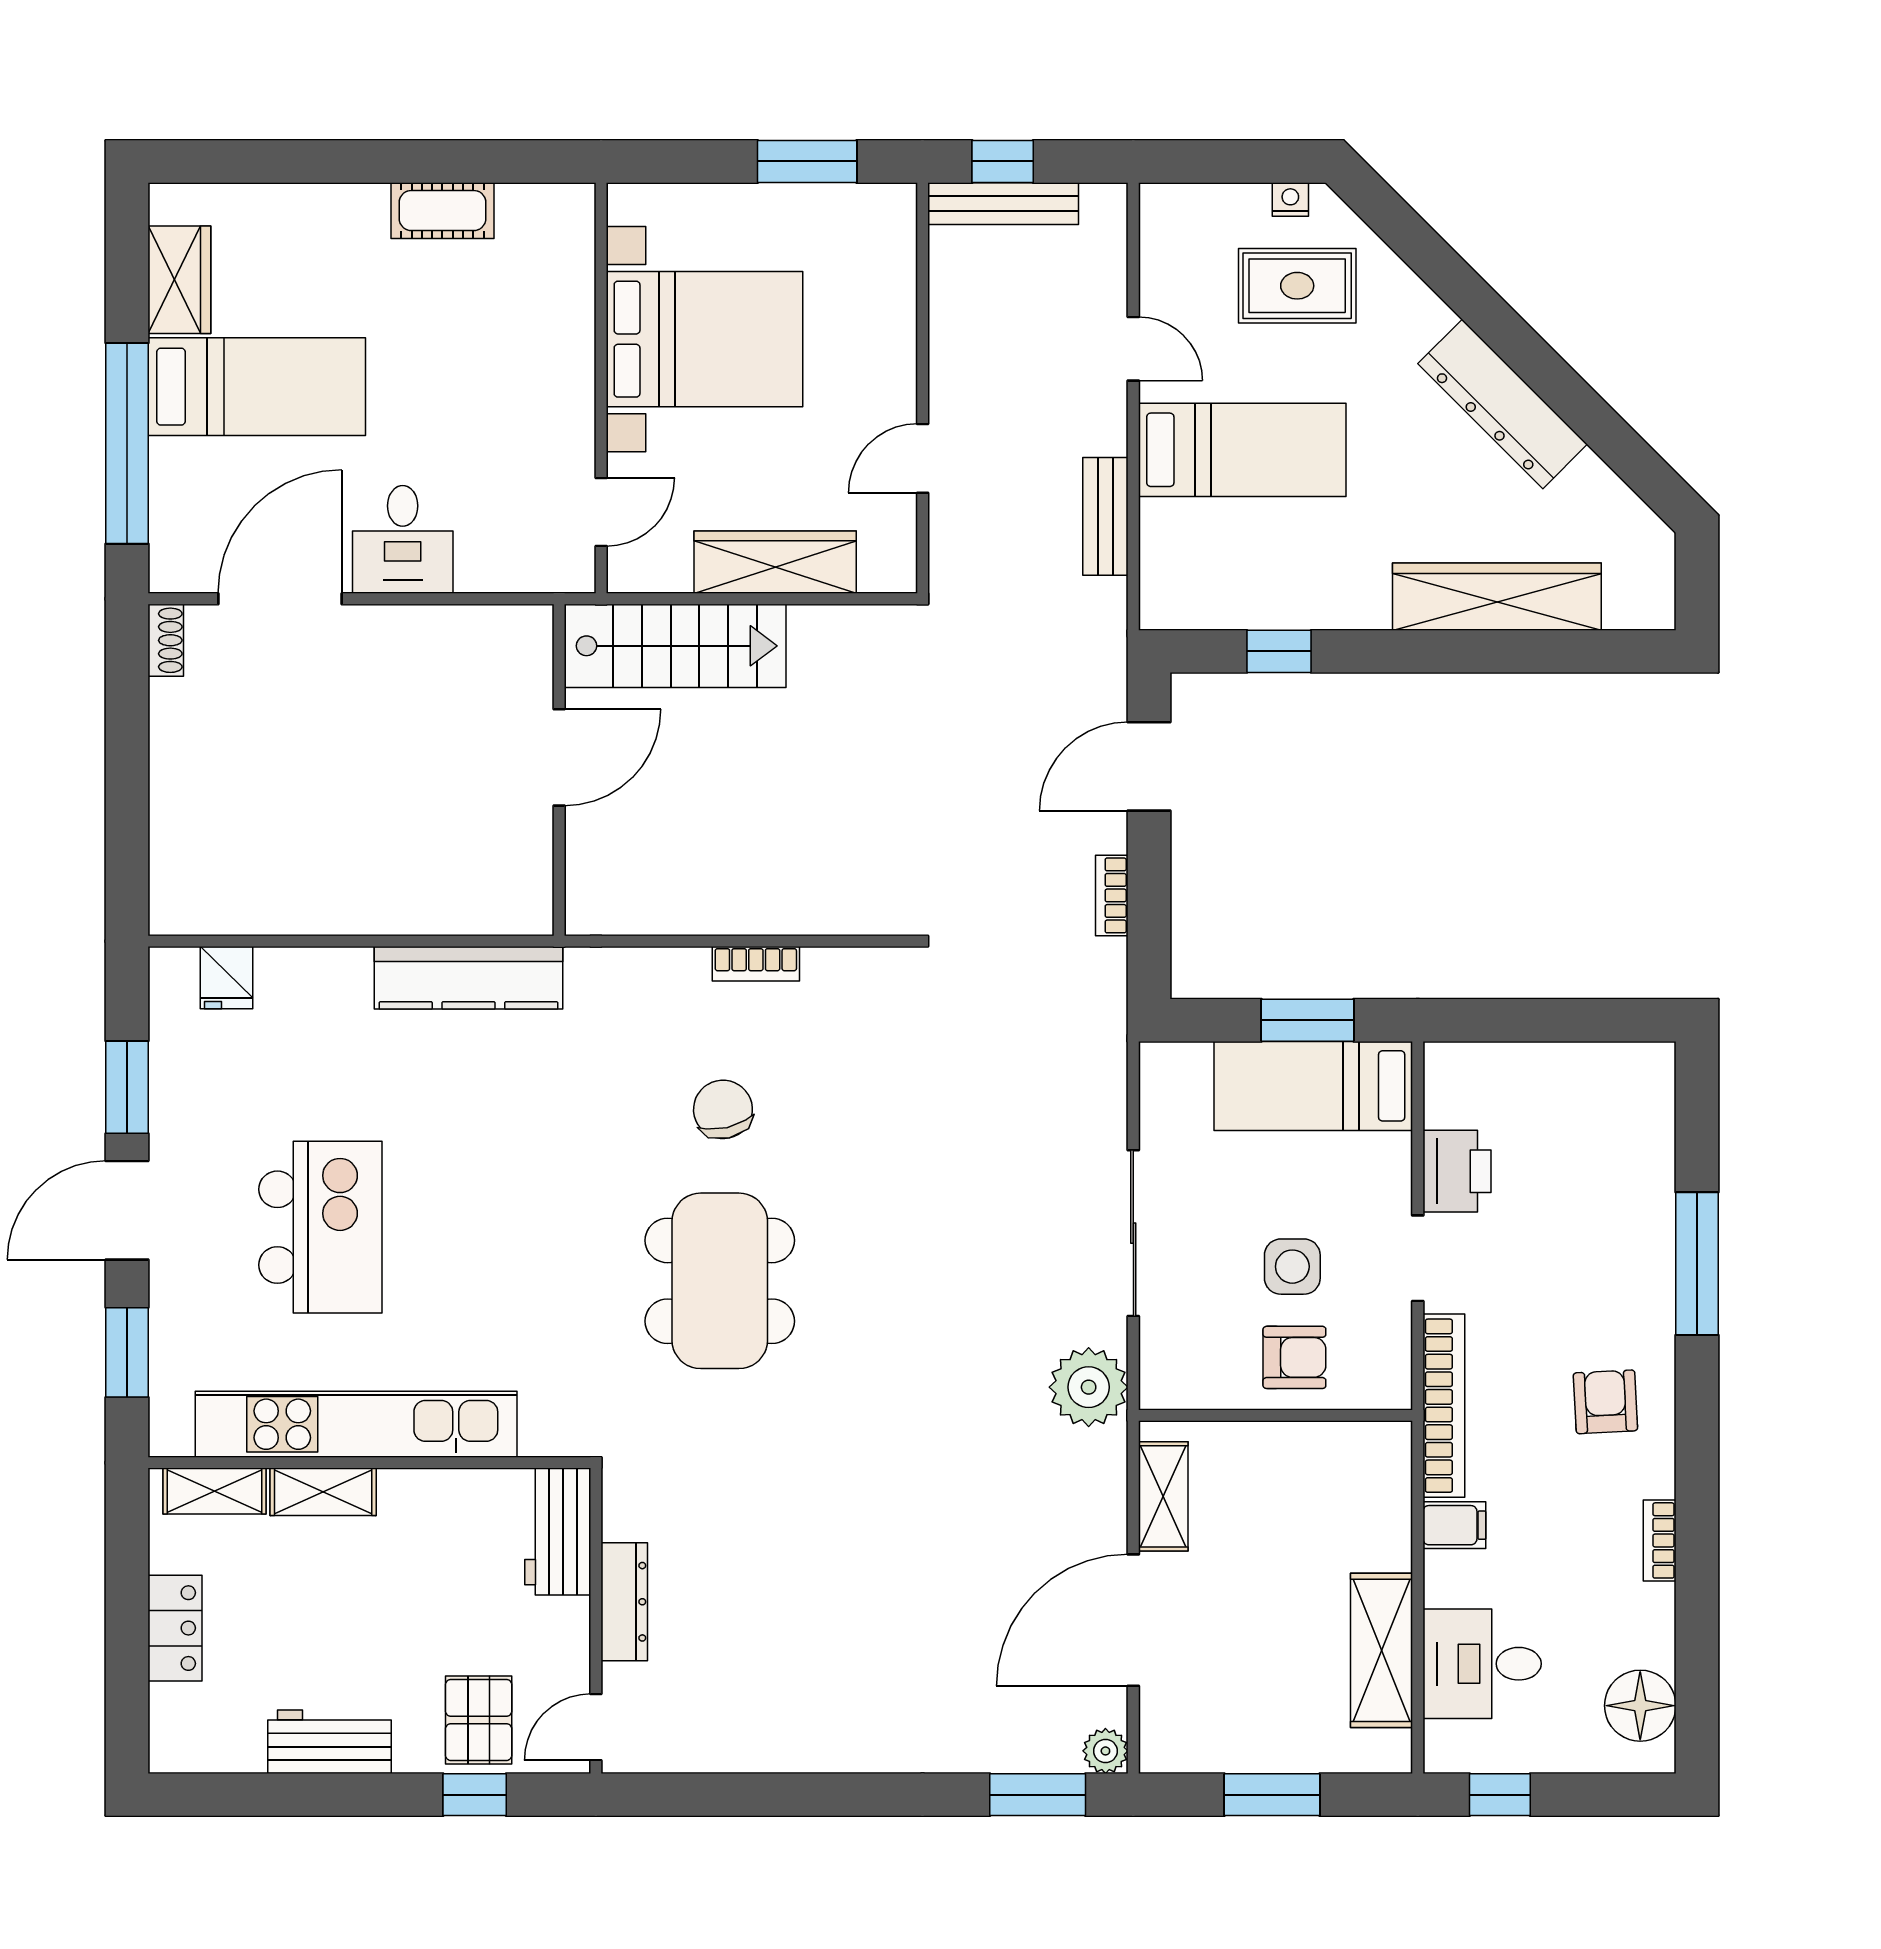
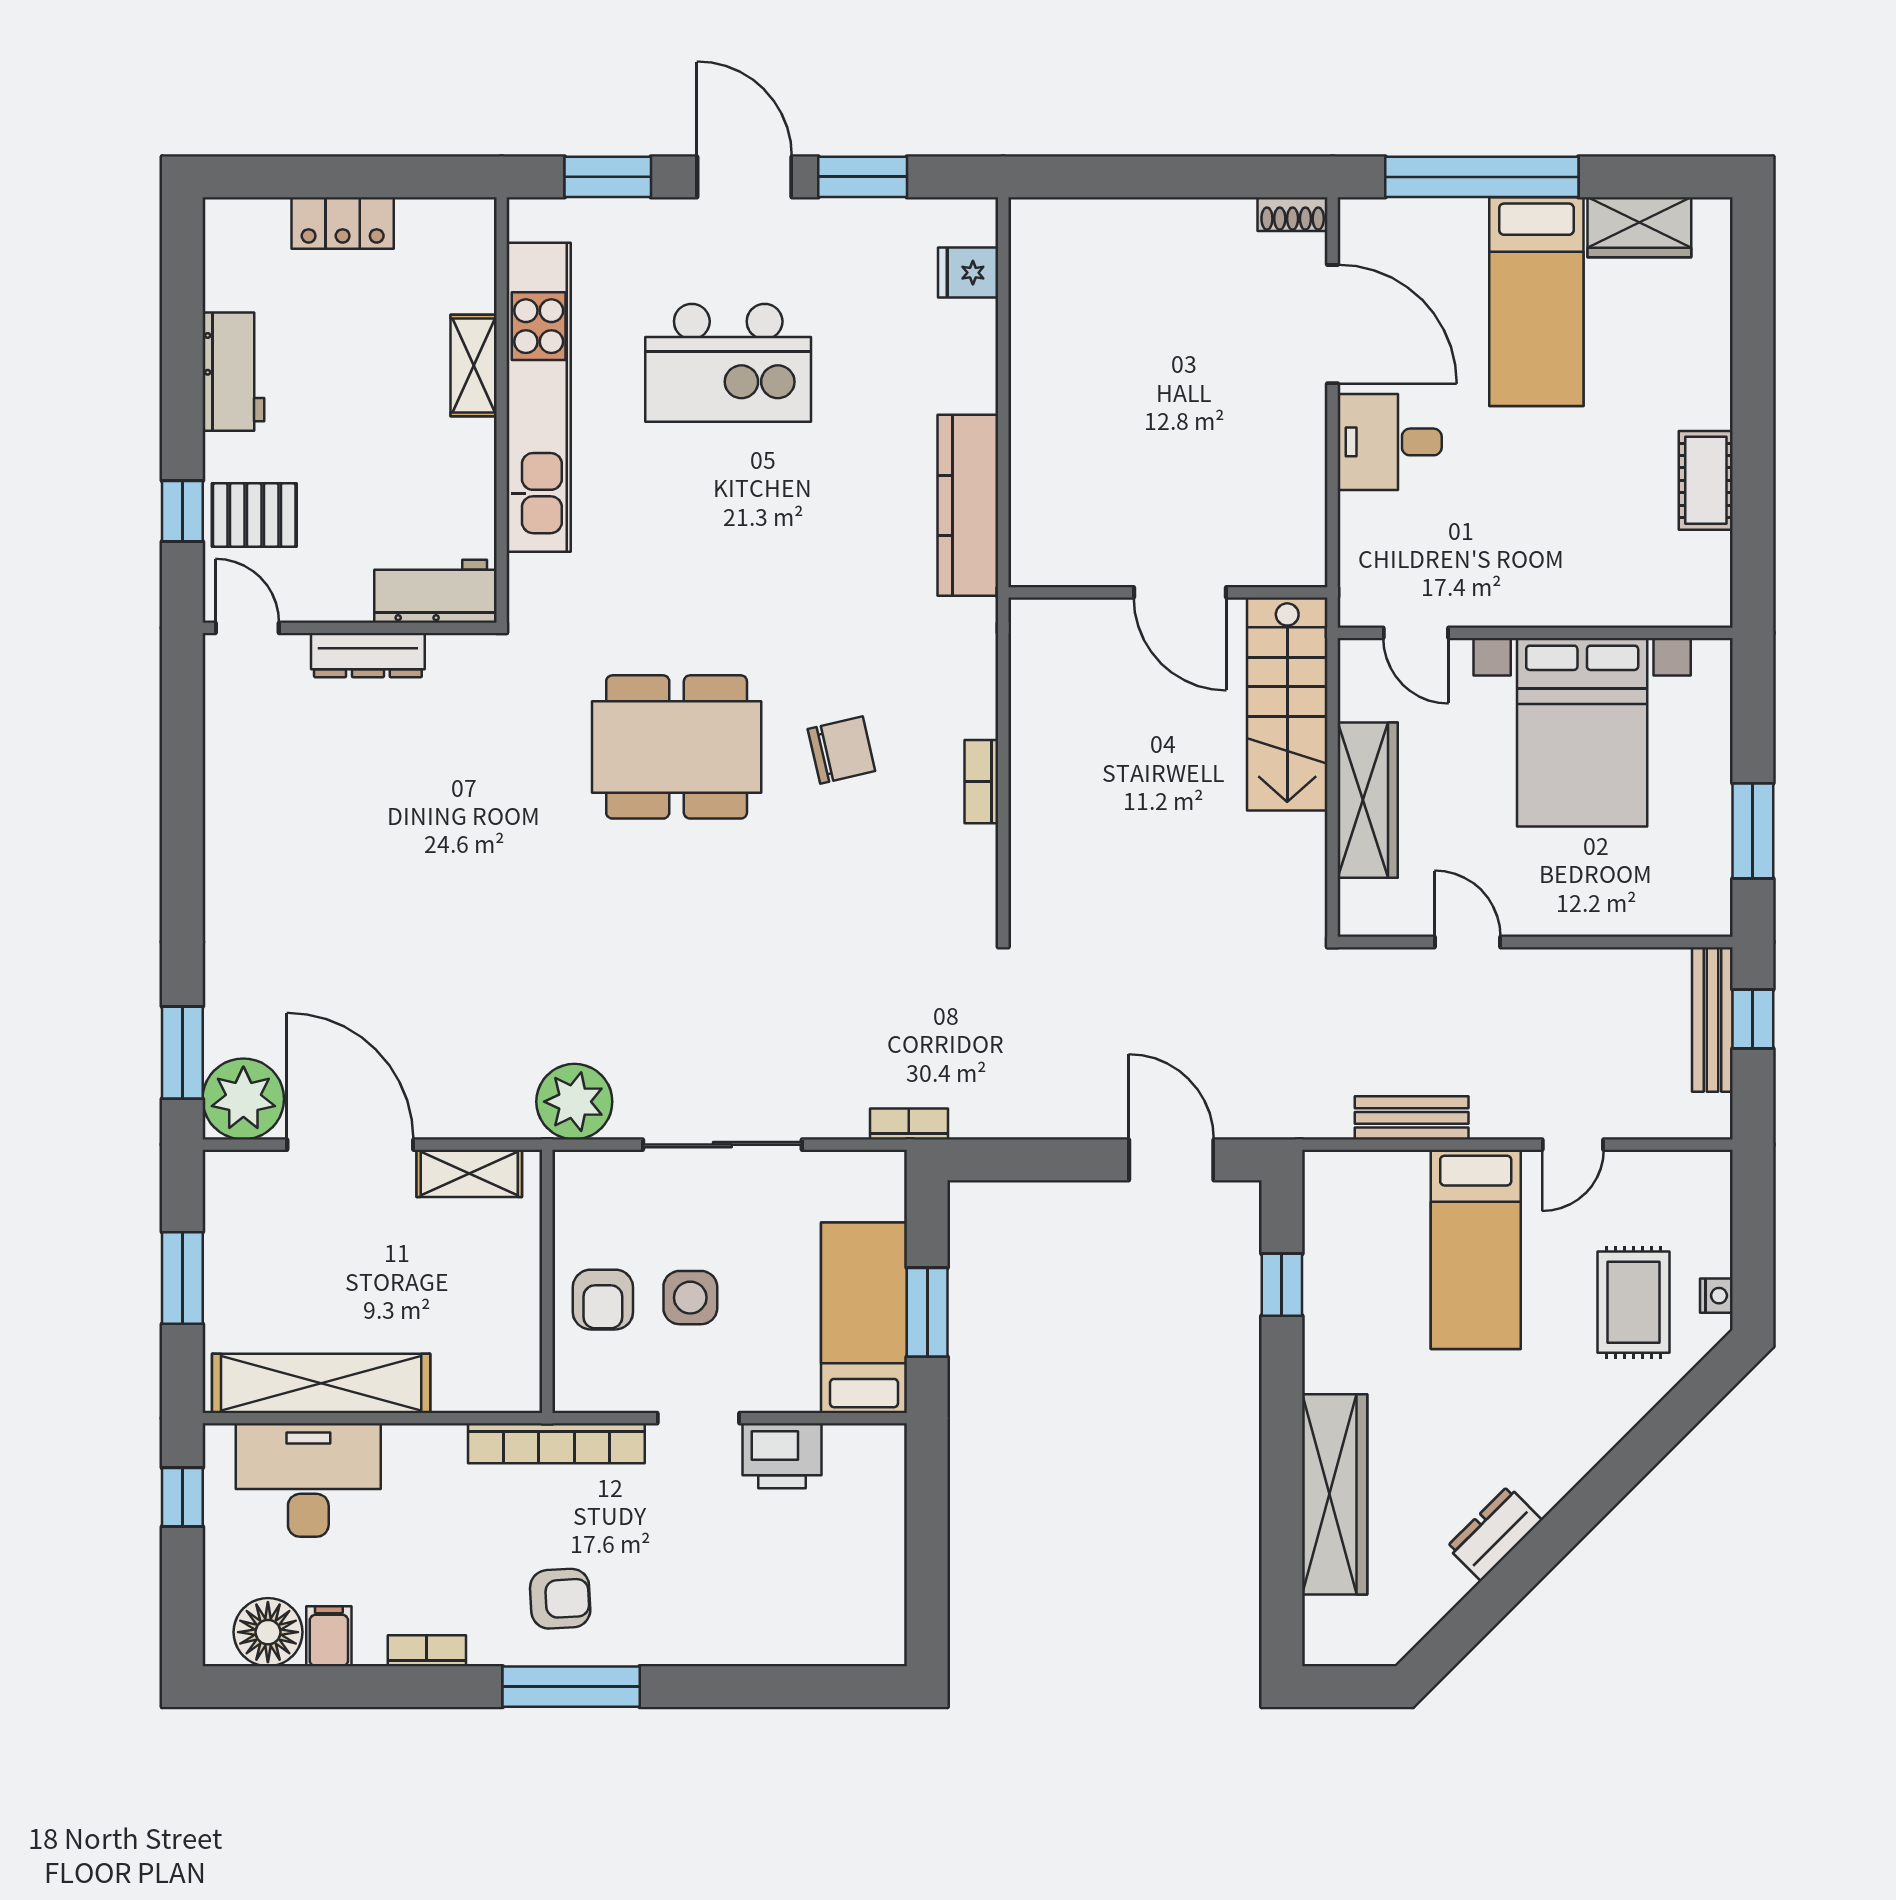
dresser: (1503, 404) -> (1495, 1533), width x0.51, depth x0.80
bookcase: (1112, 895) -> (909, 1124), moved
window: (1697, 1264) -> (571, 1687), moved
shelving: (214, 1491) -> (474, 261), removed
filing cabinet: (1454, 1525) -> (329, 1636), moved, turned 180
shelving: (1382, 1650) -> (321, 1383), width x1.47
desk: (1482, 1664) -> (308, 1480), width x1.37
plant: (1105, 1751) -> (243, 1099), width x1.87, depth x1.87

